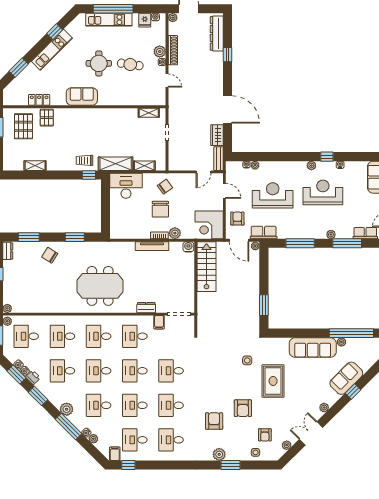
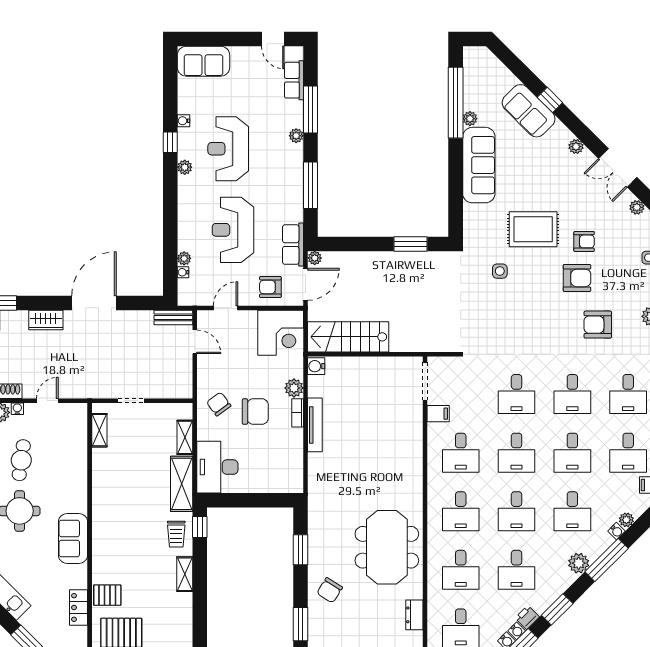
wardrobe: (217, 135) -> (46, 320), moved
shelving: (35, 166) -> (185, 574), moved
meeting table: (100, 286) -> (387, 547), moved
dresser: (146, 308) -> (414, 615), moved
armchair: (265, 435) -> (584, 241), moved

